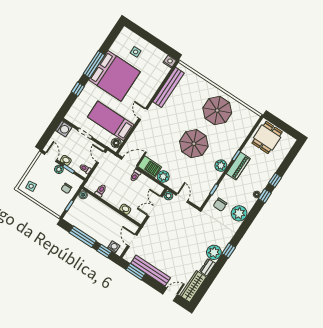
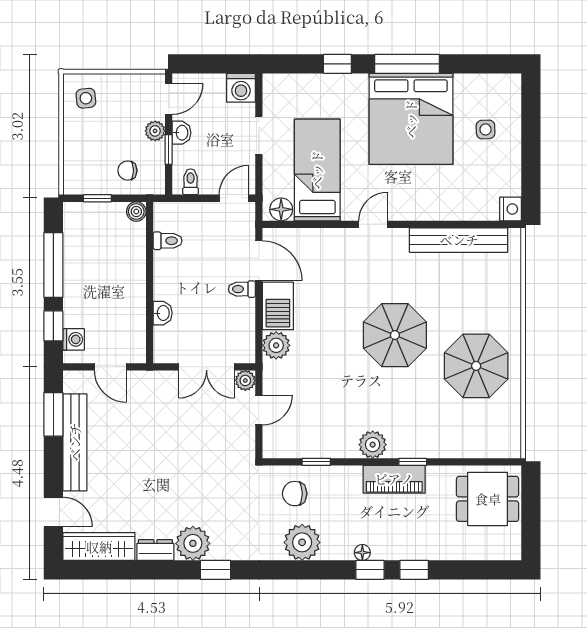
parasol: (194, 144) -> (395, 335), moved
double door: (155, 206) -> (207, 367), swing flipped
door: (132, 240) -> (110, 367), swing flipped

